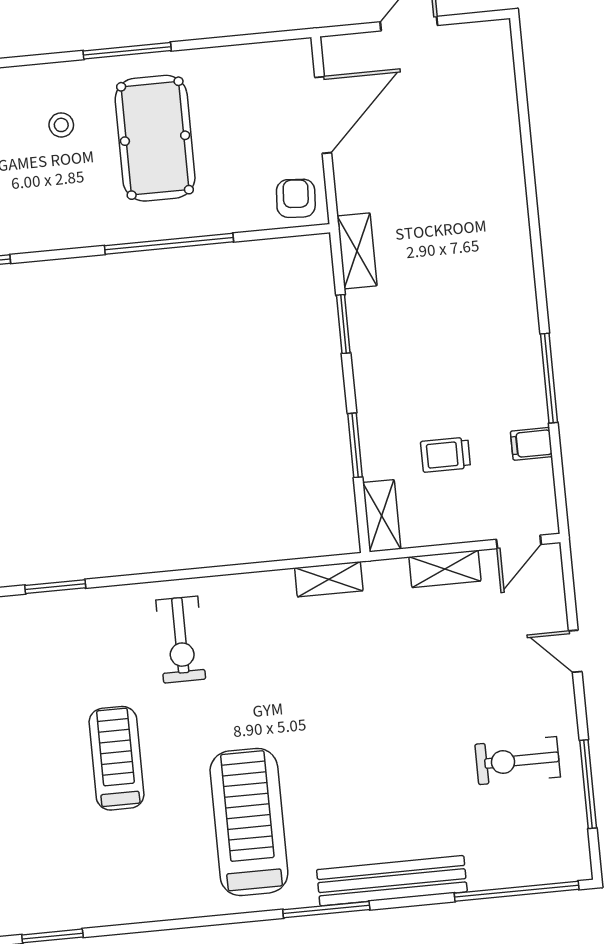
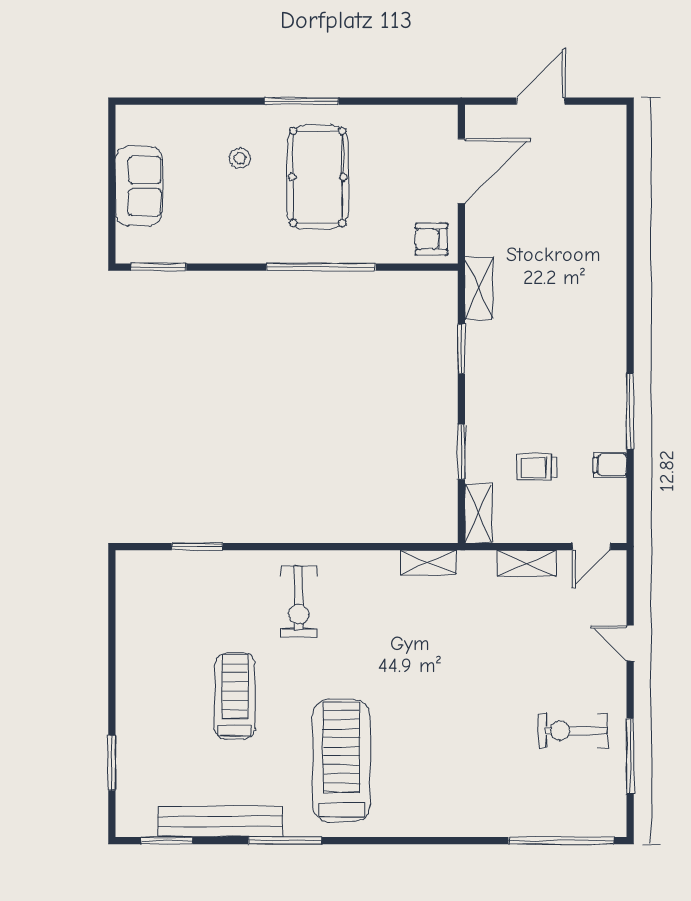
armchair: (296, 198) -> (431, 239), turned -94
bench: (392, 881) -> (220, 822), moved
window: (326, 910) -> (285, 841), moved

